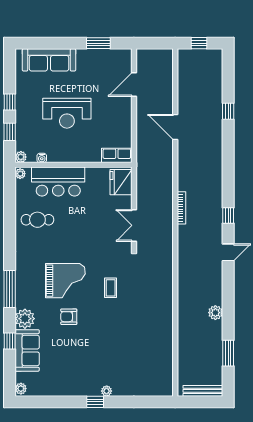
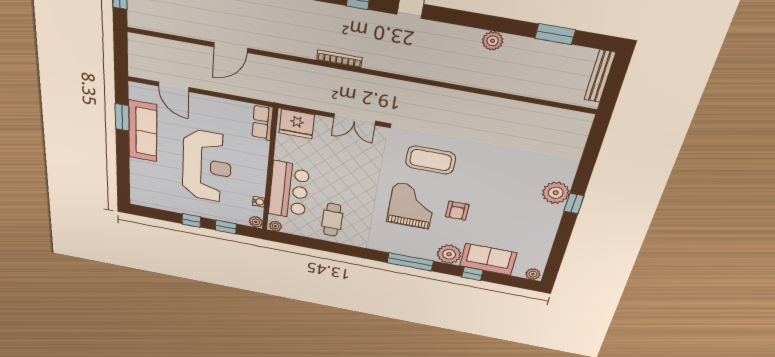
sofa: (49, 60) -> (143, 131), moved
reception desk: (67, 113) -> (207, 166), width x1.36, depth x1.30
coffee table: (111, 288) -> (431, 160), width x1.86, depth x1.72
plant: (107, 391) -> (556, 193), width x1.88, depth x1.88

